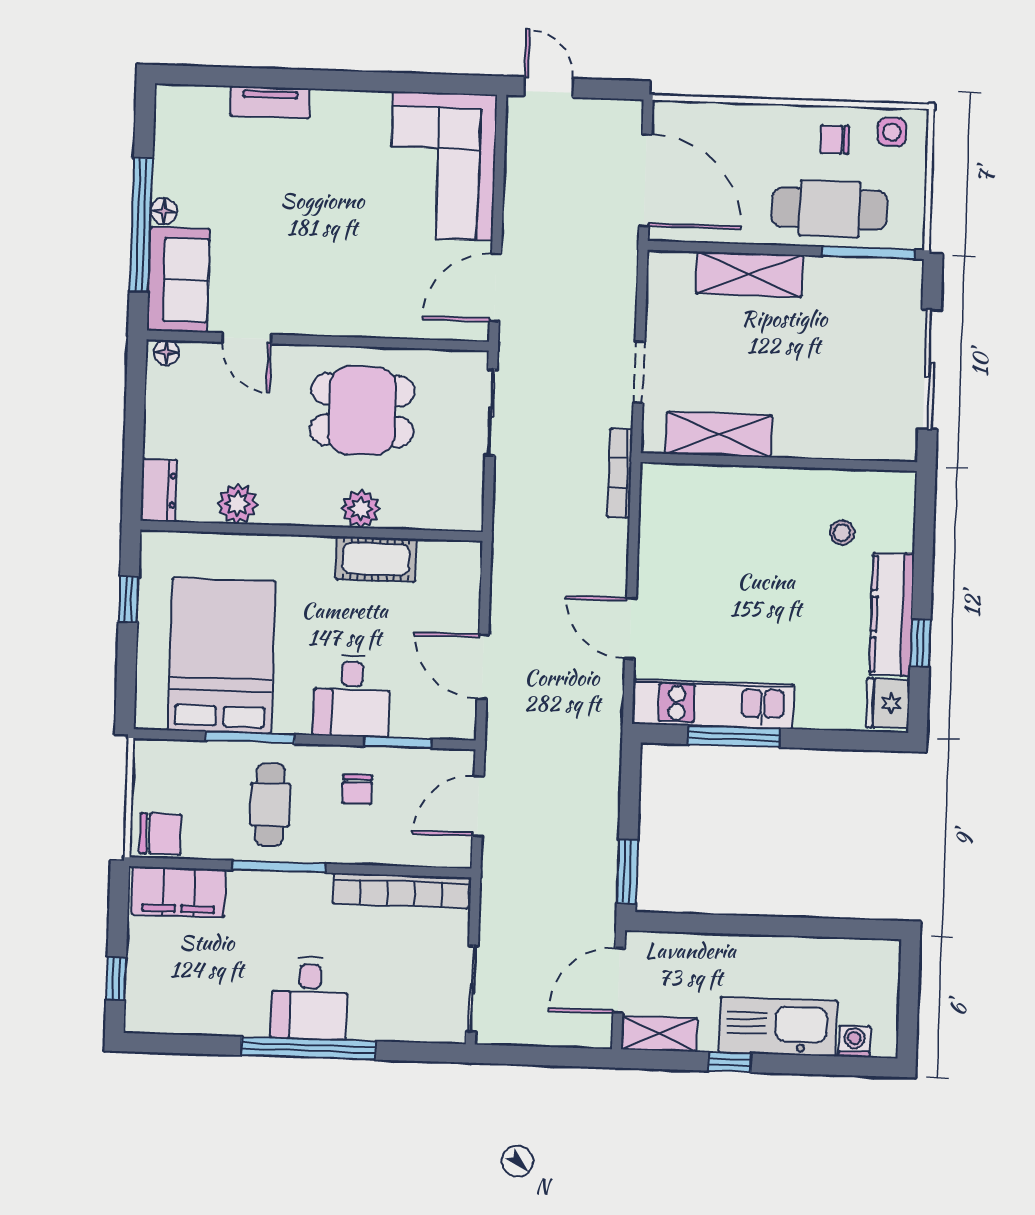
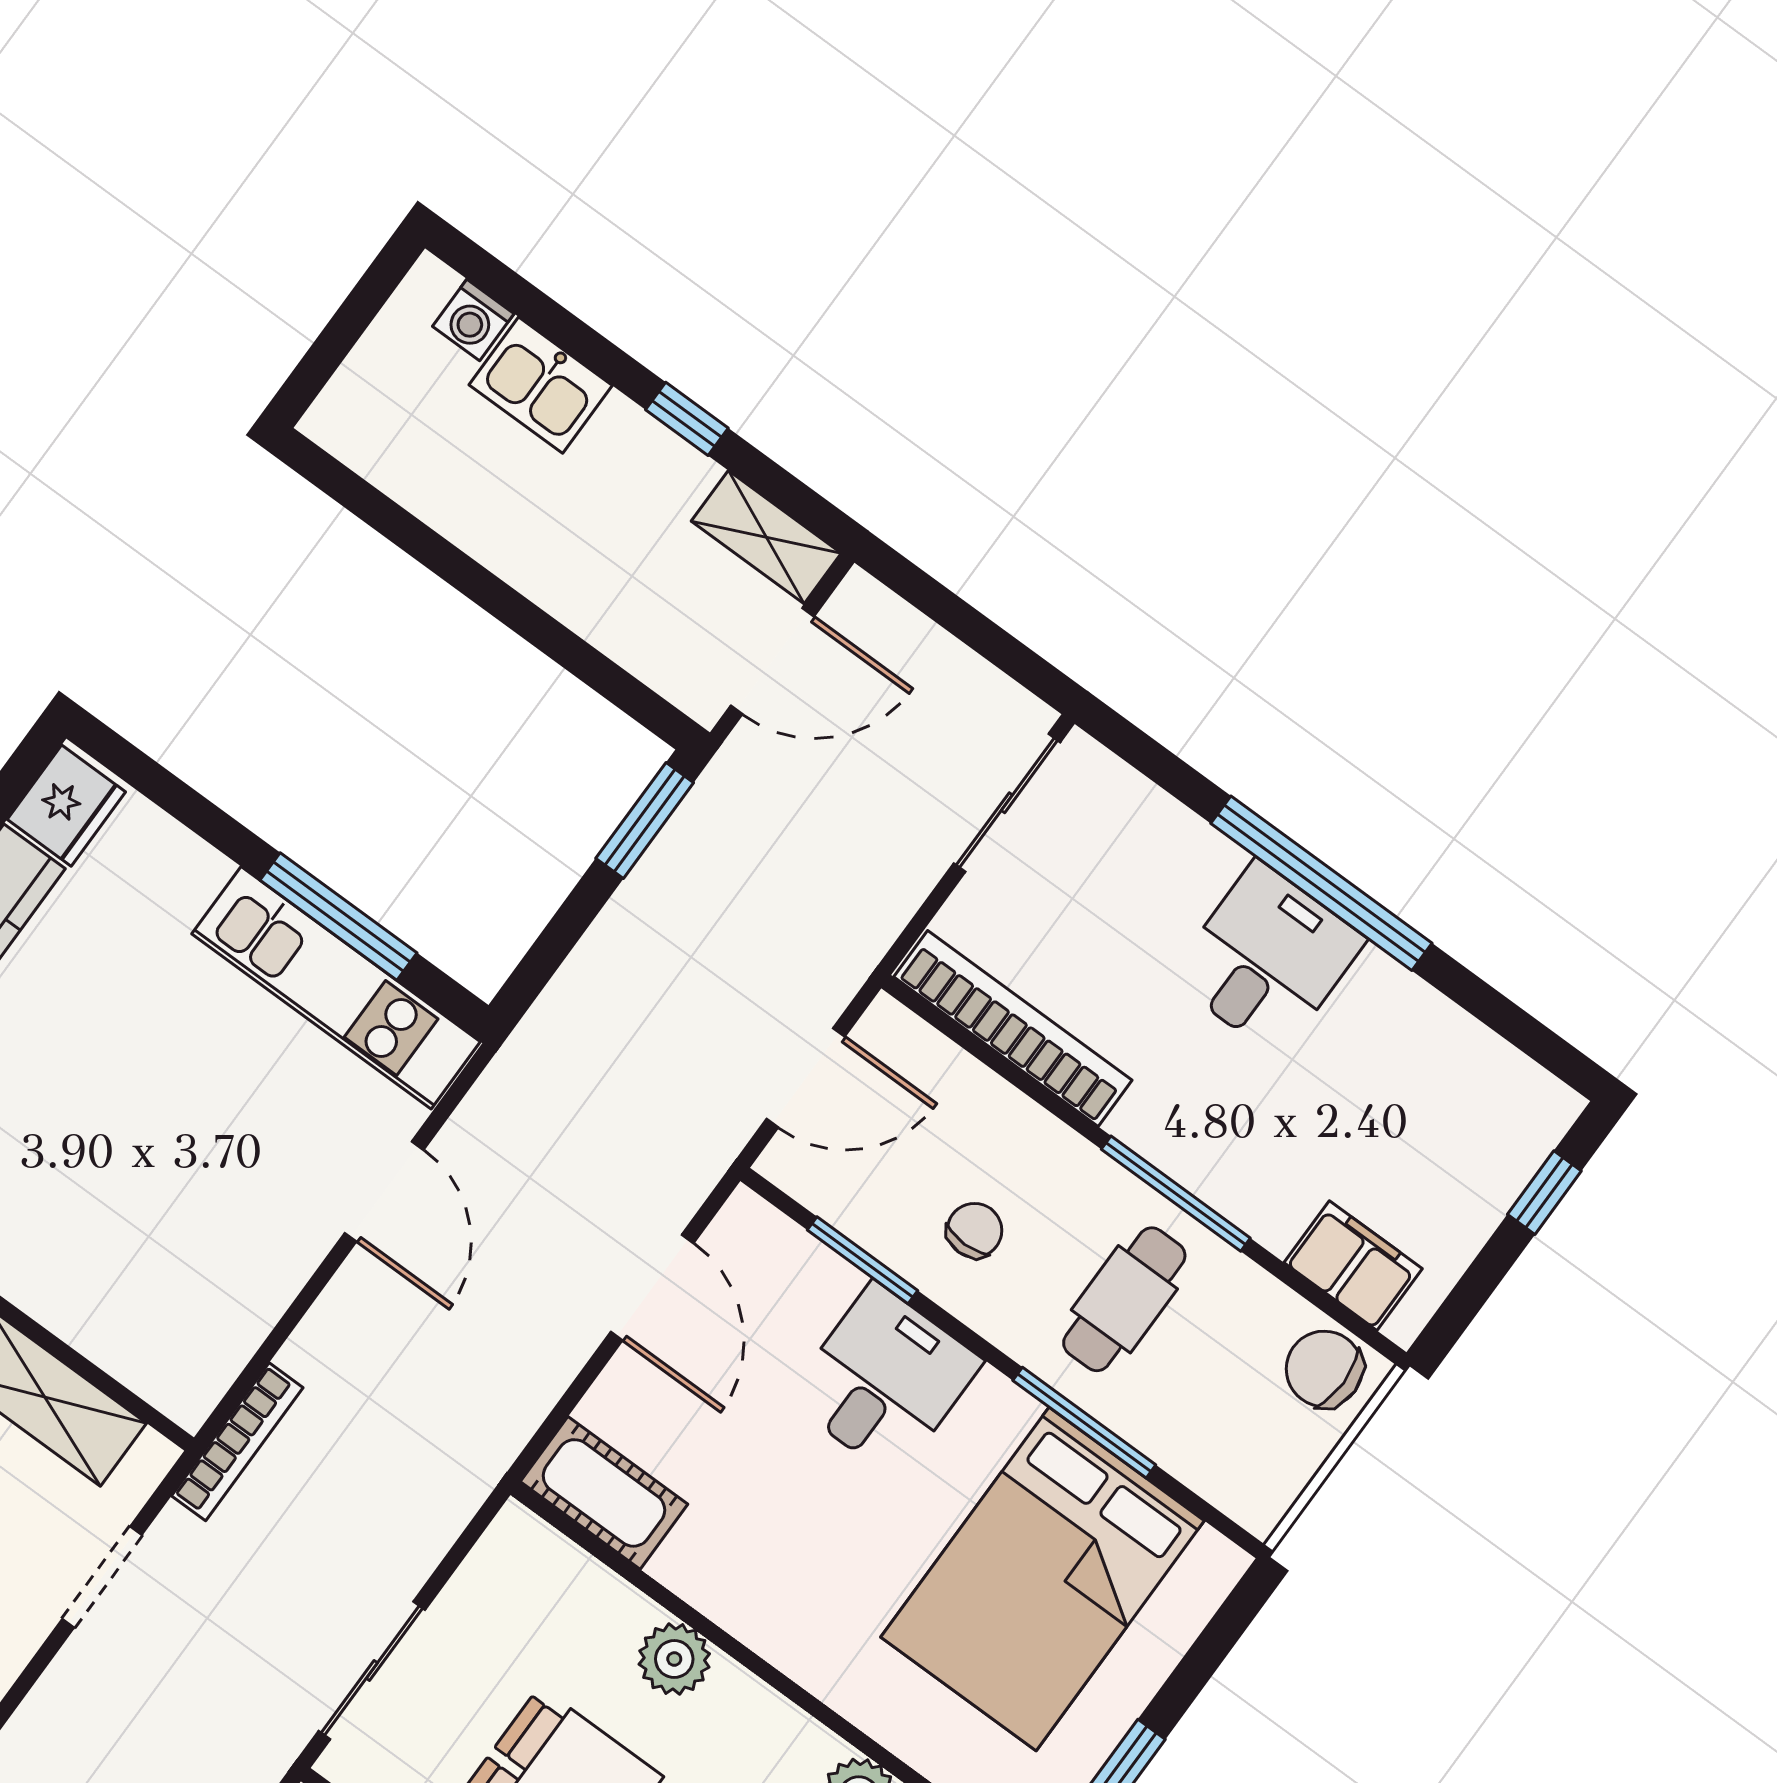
cot: (376, 559) -> (604, 1493), moved
filing cabinet: (179, 892) -> (1353, 1266), width x0.67, depth x0.86
kitchen sink: (778, 1027) -> (541, 385), width x0.53, depth x0.81

